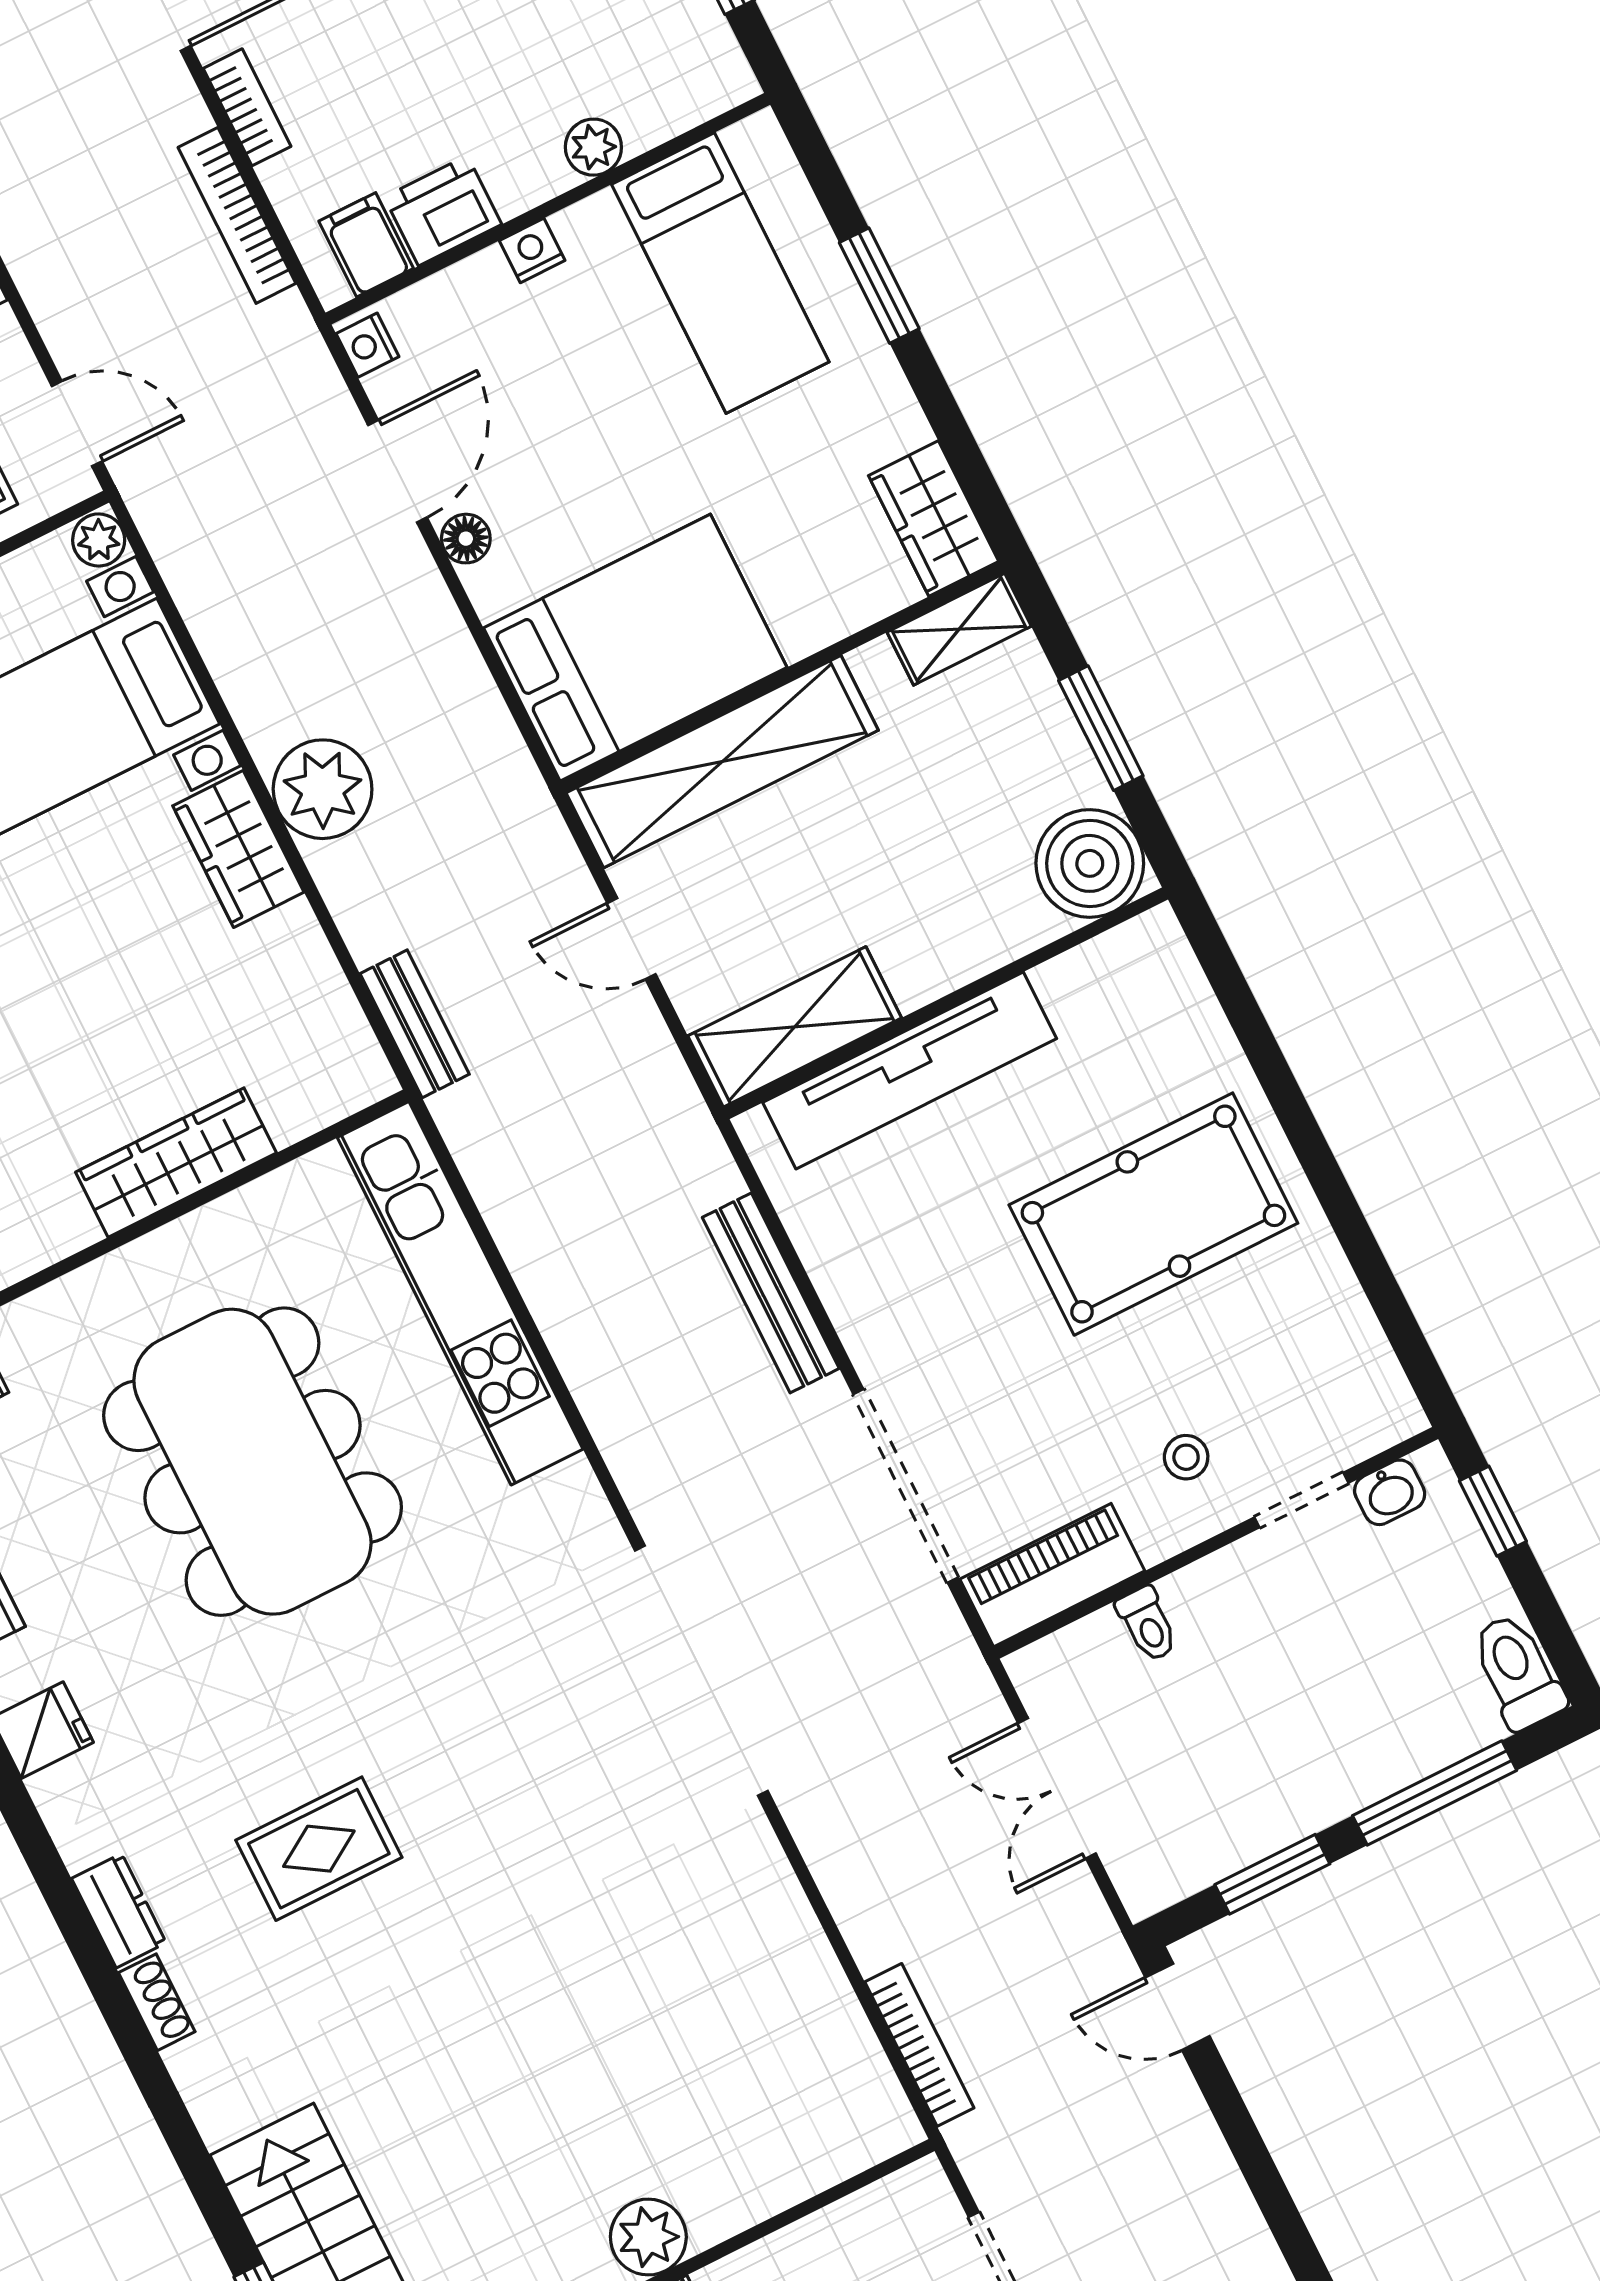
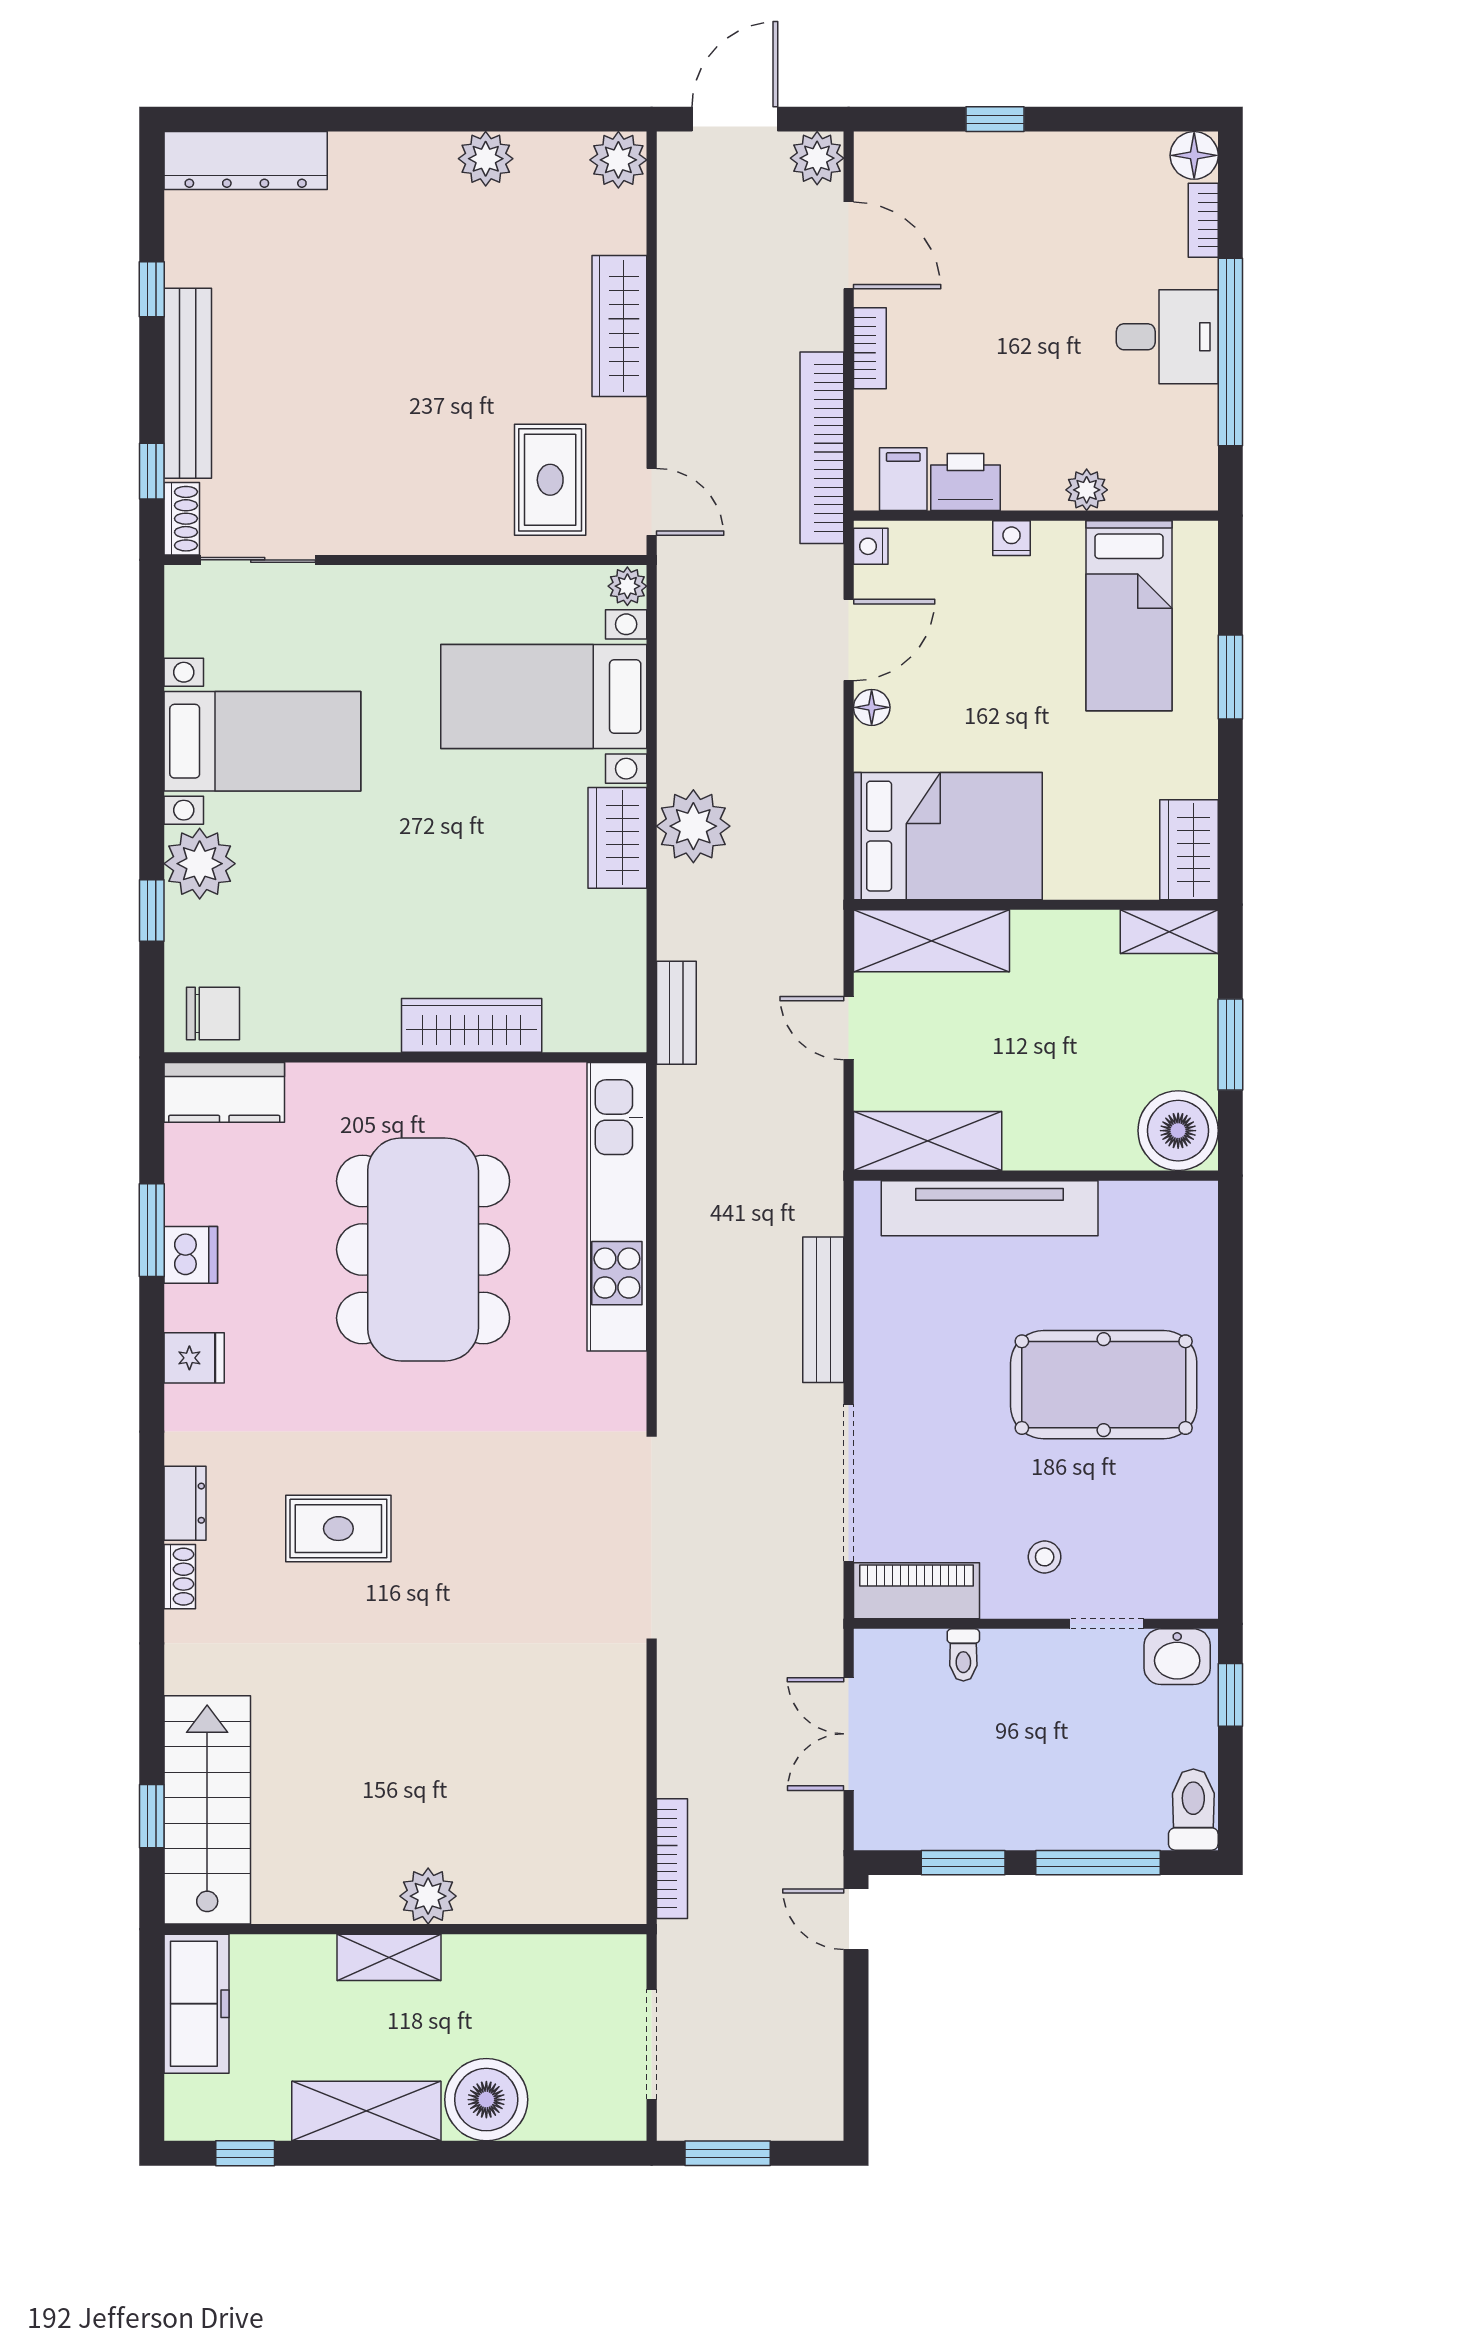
bookcase: (237, 215) -> (822, 448), width x1.48, depth x1.31
shelving: (722, 762) -> (931, 941), width x0.68
washbasin: (1390, 1492) -> (1177, 1657), width x1.38, depth x1.45

